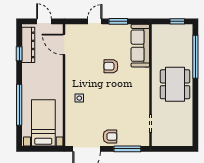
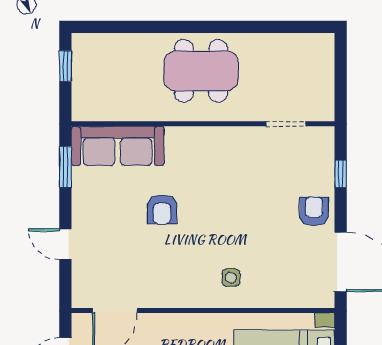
window: (118, 21) -> (65, 167), moved
window: (195, 57) -> (142, 27), removed
window: (127, 149) -> (341, 174), width x0.46

